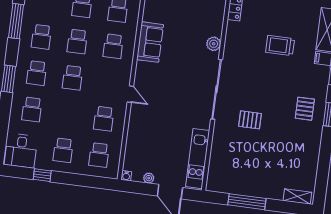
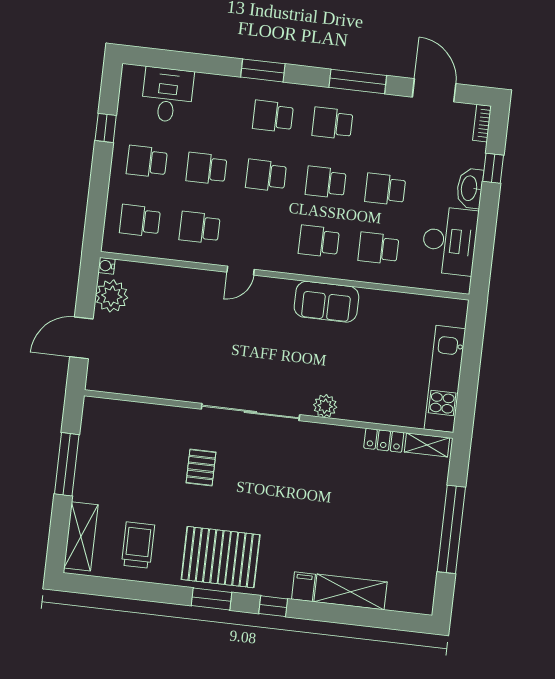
trolley: (280, 46) -> (138, 545), moved
school desk: (32, 109) -> (206, 169), moved
pallet: (305, 109) -> (221, 557), width x2.05, depth x2.00
desk: (21, 151) -> (167, 95), moved, turned 90
kitchen unit: (198, 159) -> (136, 382), removed
plant: (149, 178) -> (112, 296), width x1.88, depth x1.88
shelving: (297, 197) -> (81, 536), width x1.50, depth x1.33

